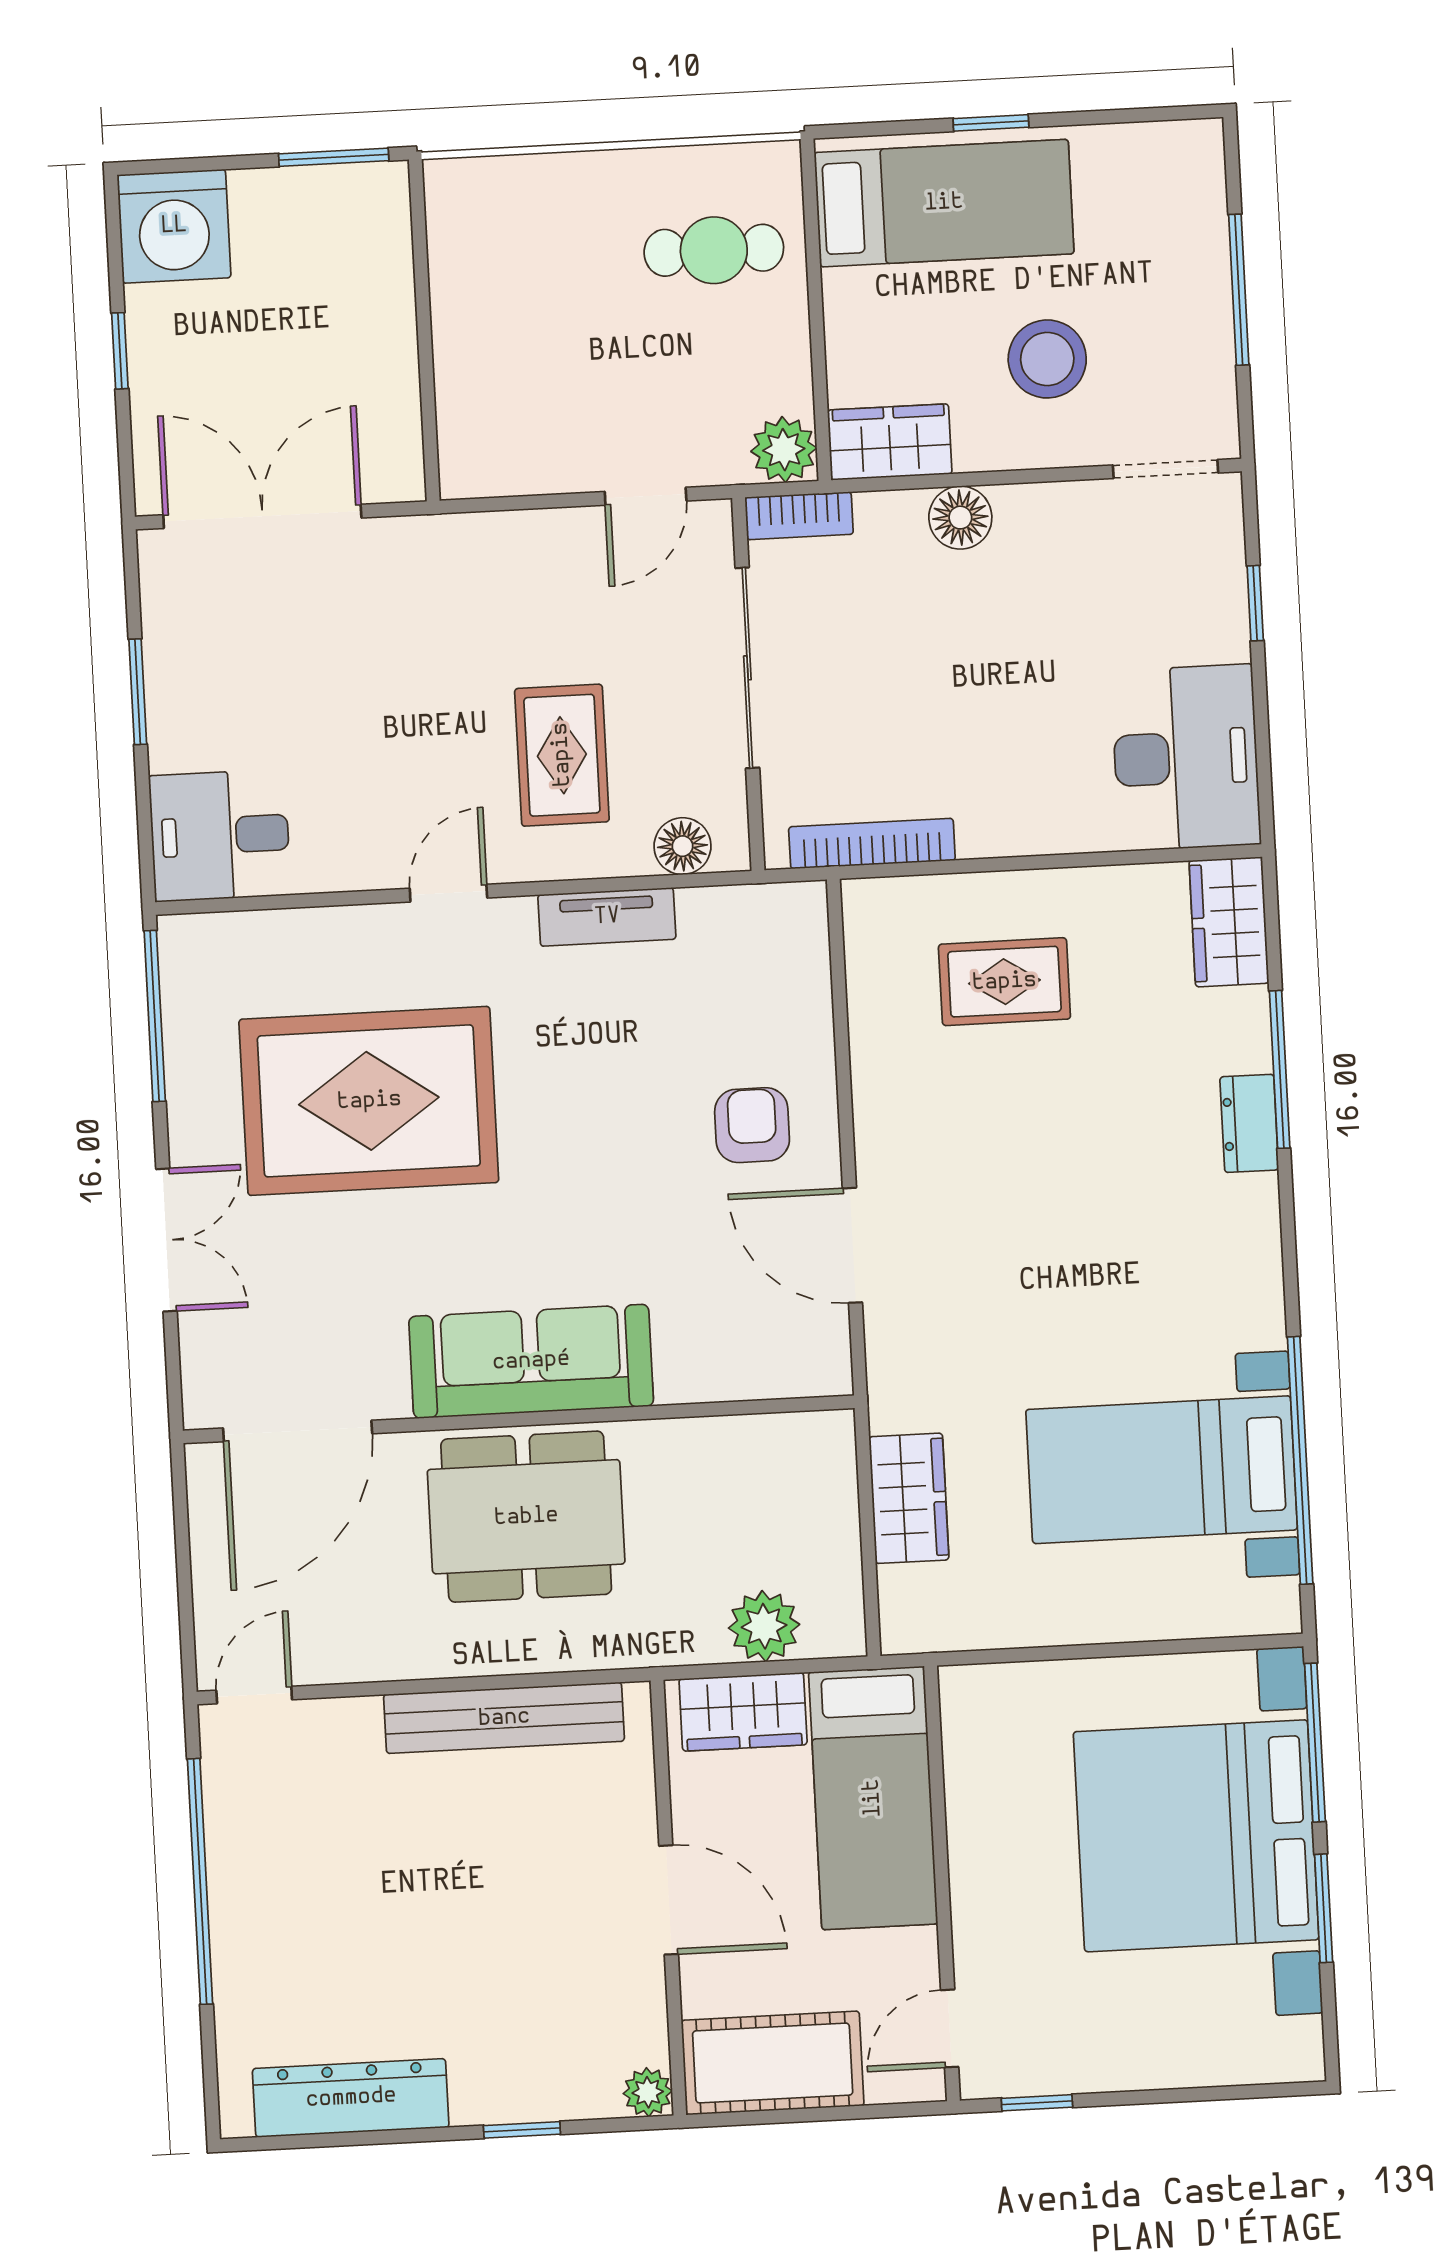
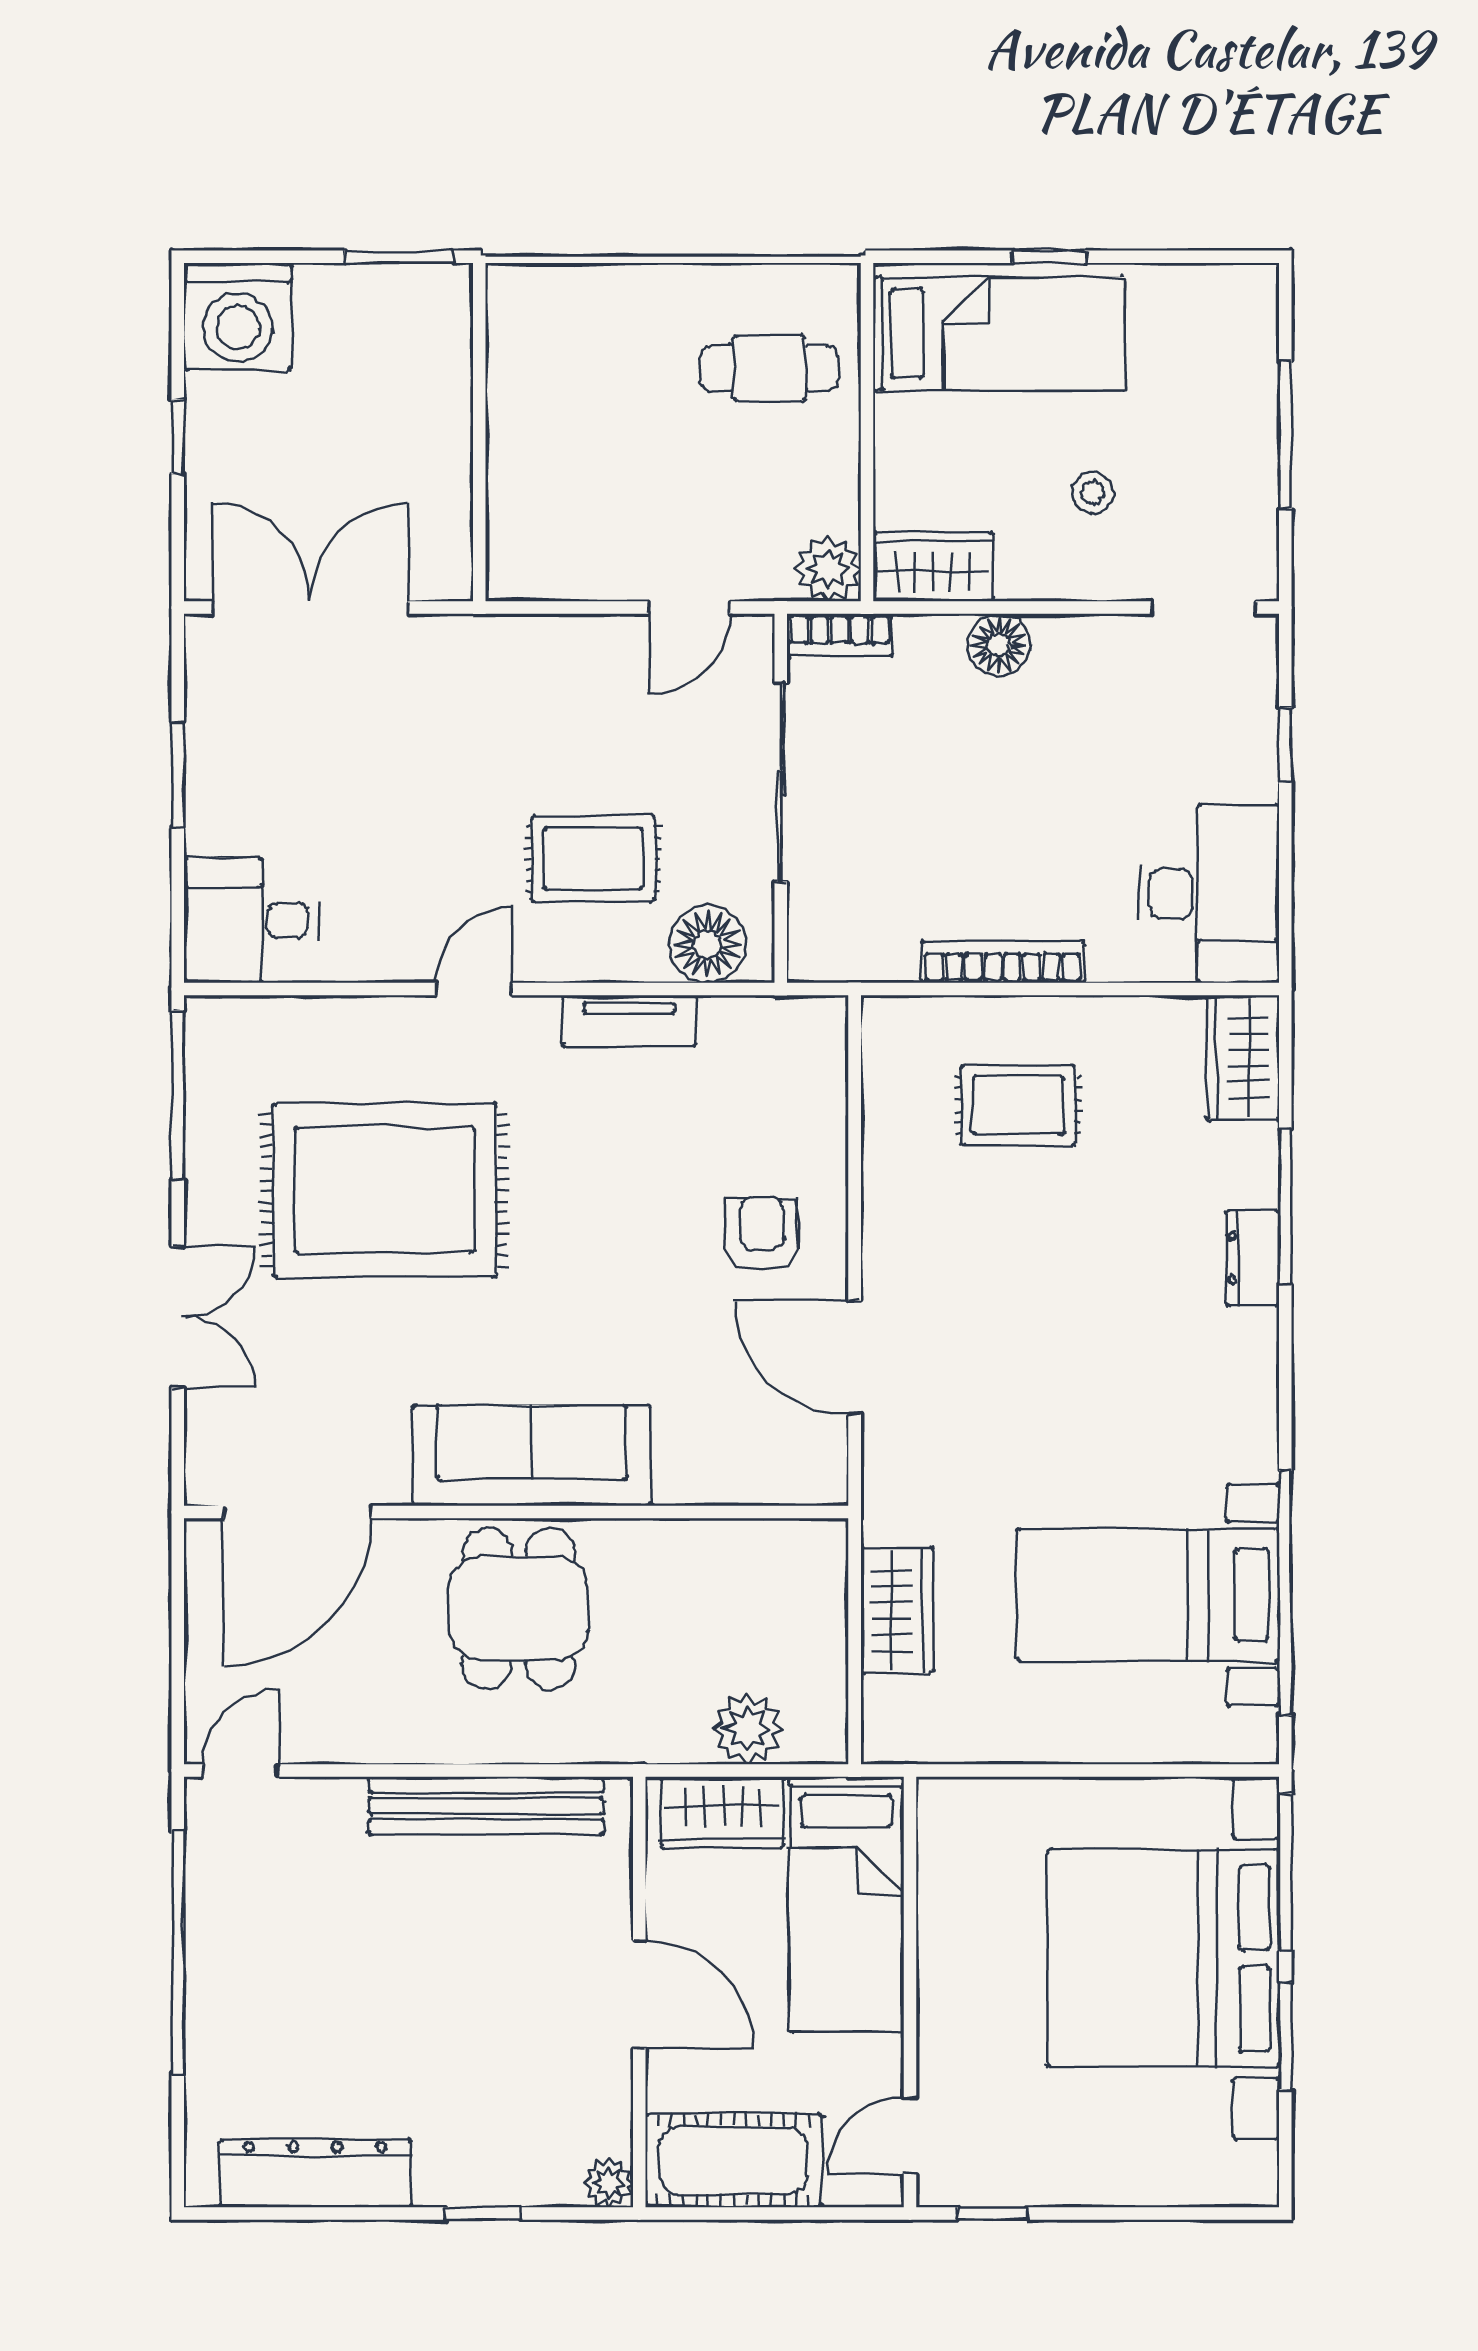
stool: (1047, 359) -> (1093, 493), width x0.53, depth x0.53
rug: (562, 755) -> (593, 859), turned 90
bookcase: (872, 844) -> (1003, 962), moved
floor lamp: (682, 846) -> (707, 944), width x1.38, depth x1.38
dining table: (526, 1517) -> (518, 1609), width x0.73

